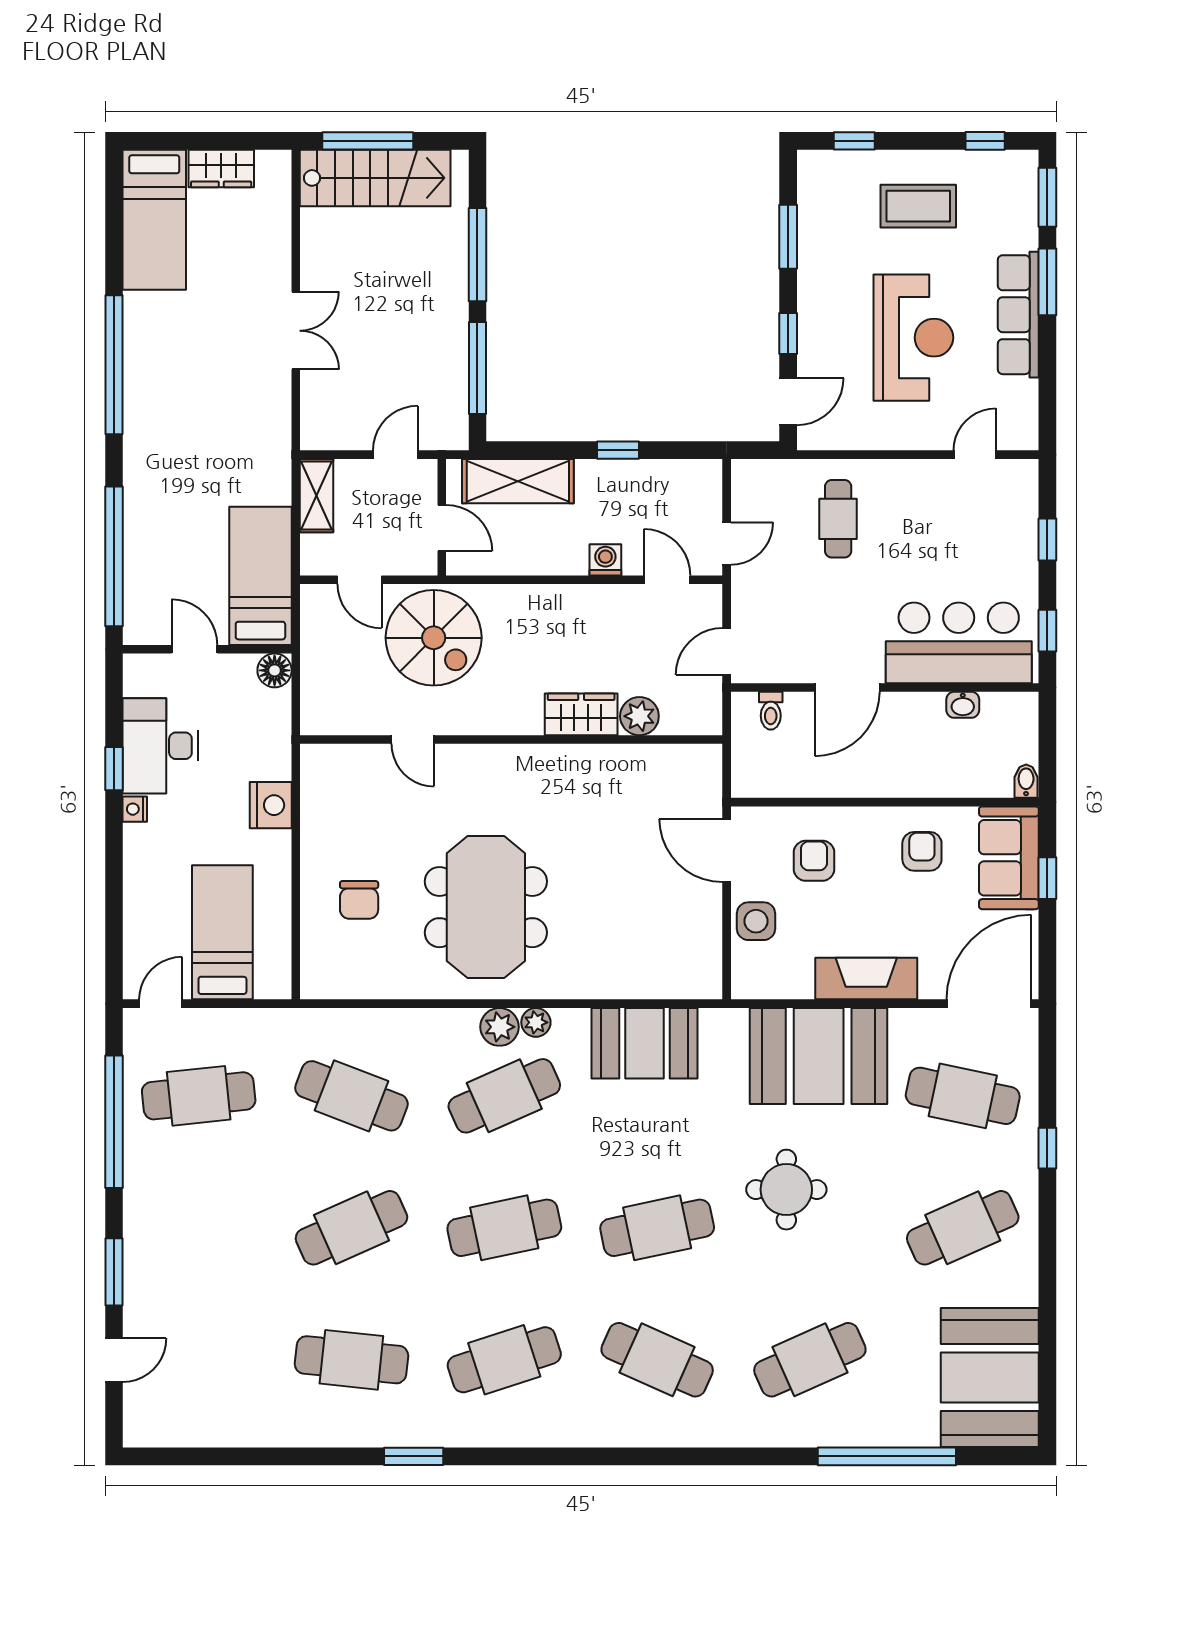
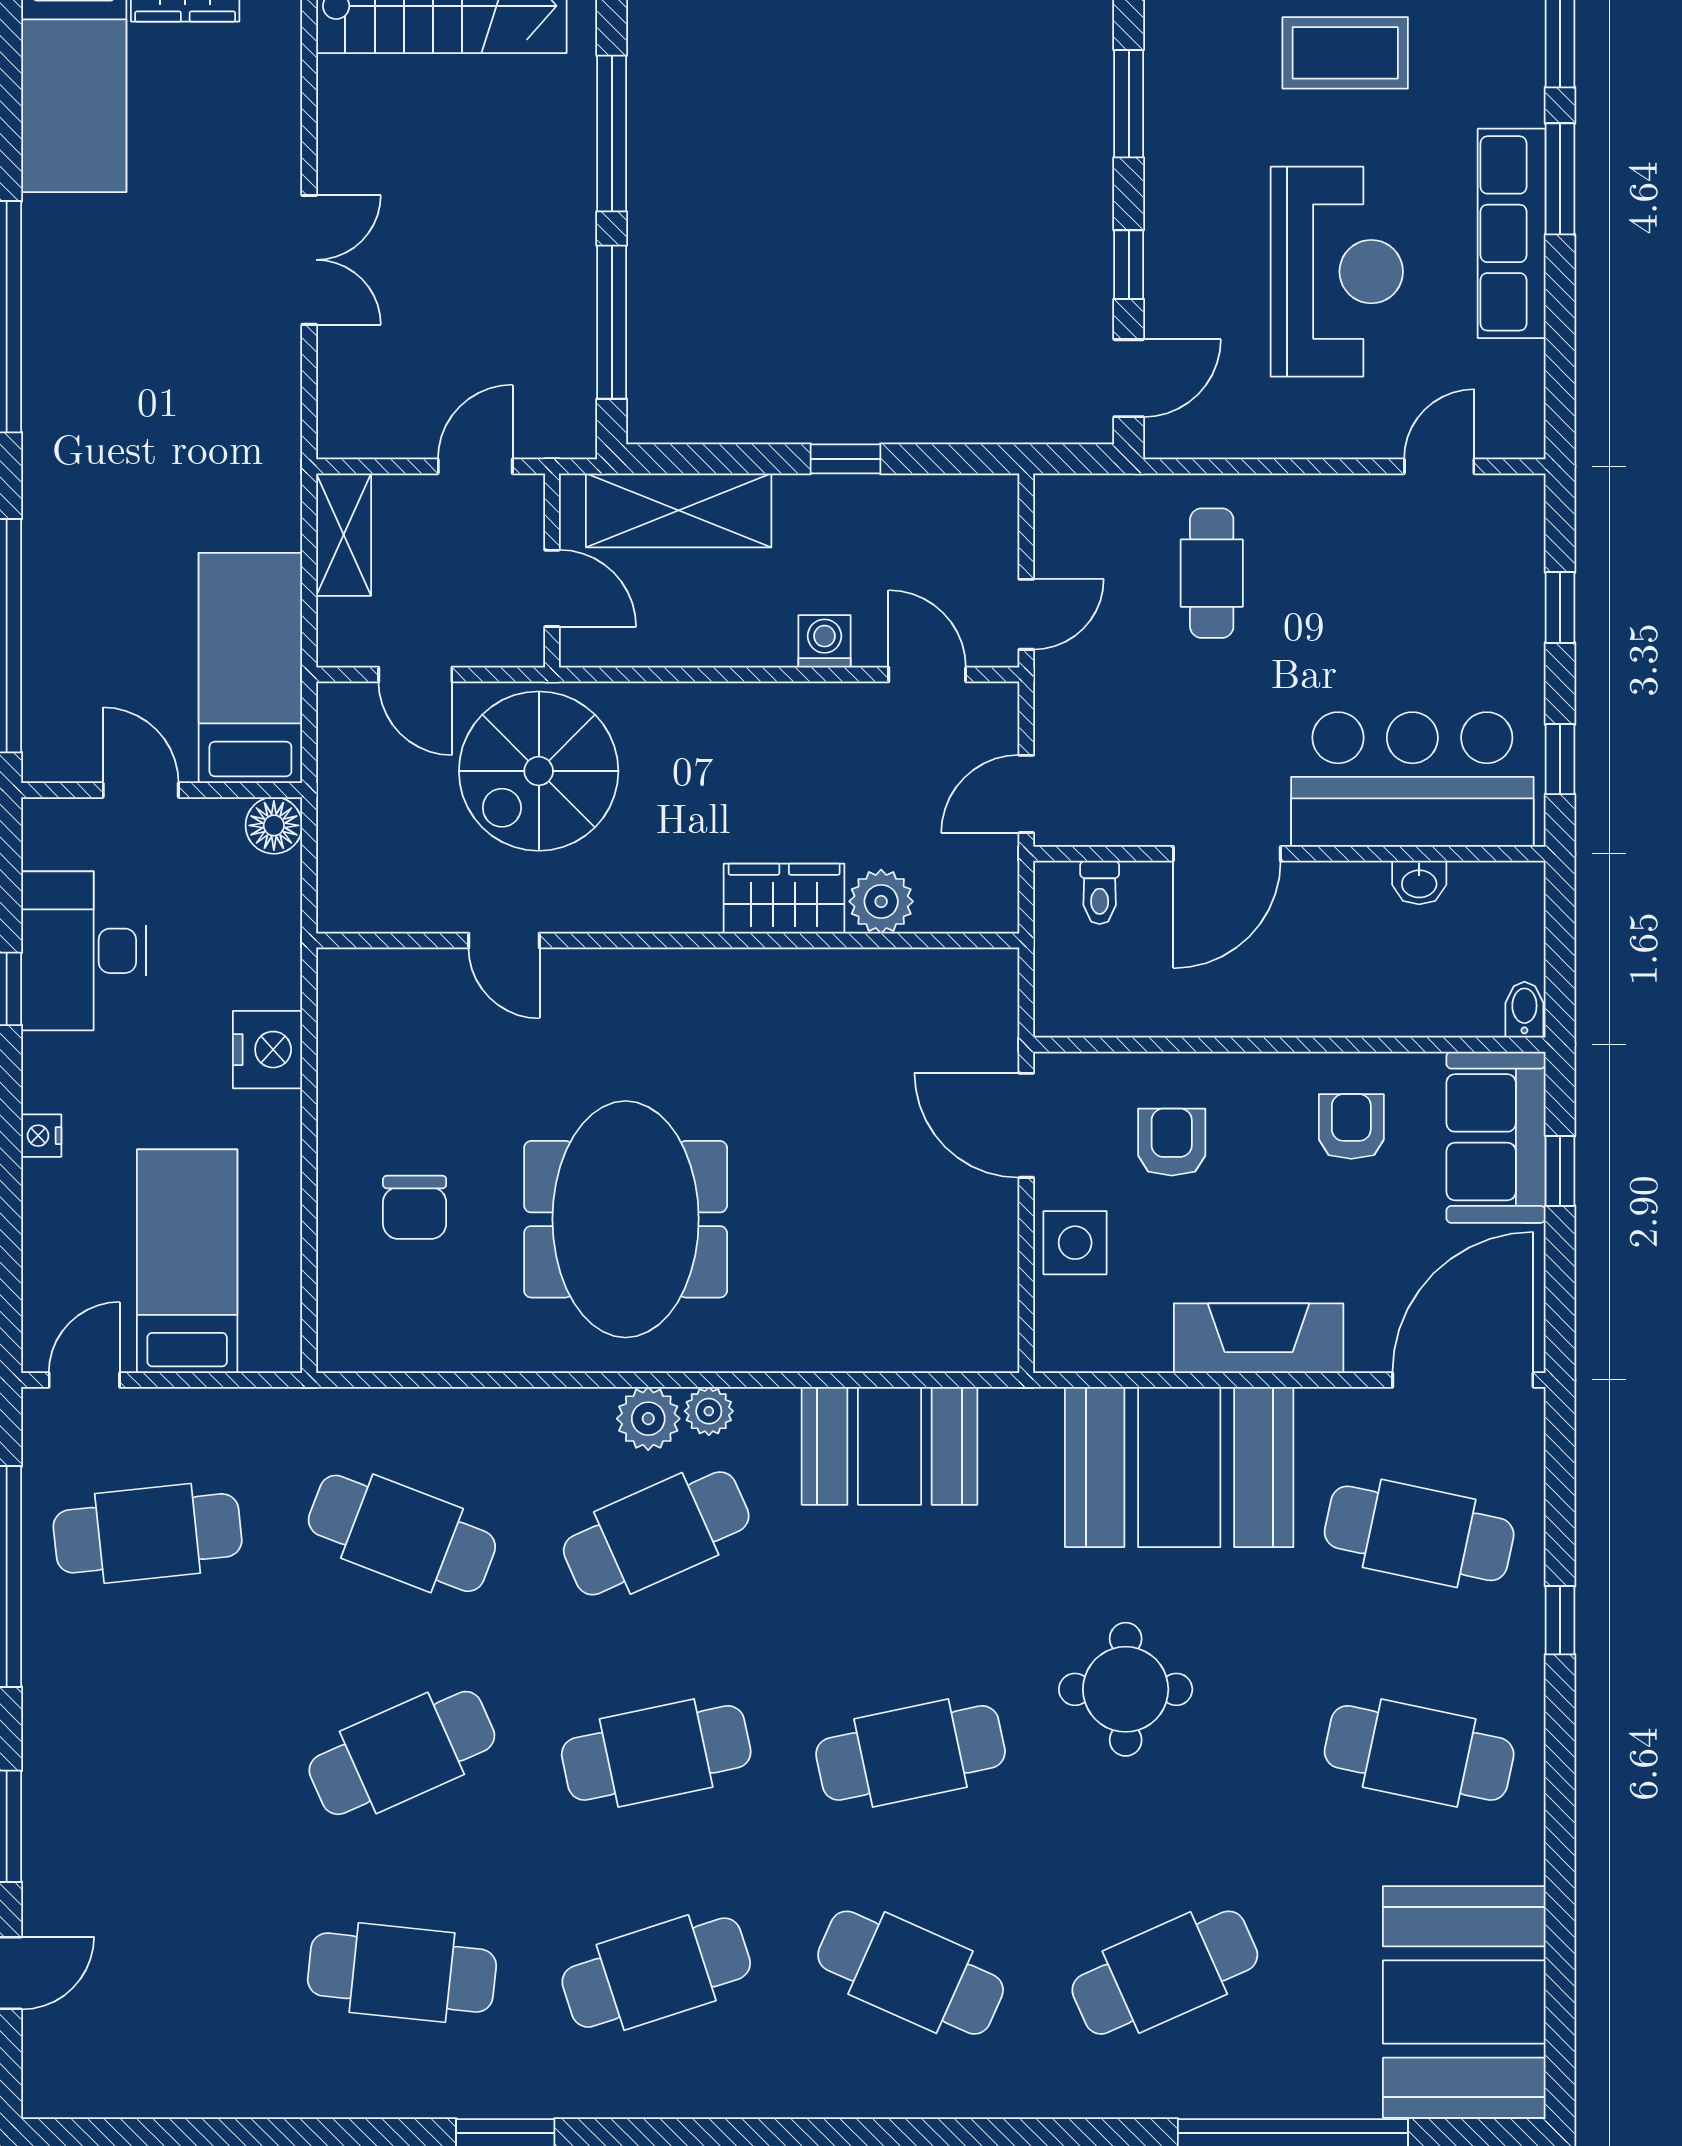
spiral stairs: (434, 638) -> (539, 771), turned 90
nightstand: (135, 809) -> (41, 1136), moved
cafe table: (963, 1228) -> (1419, 1753), turned 36

